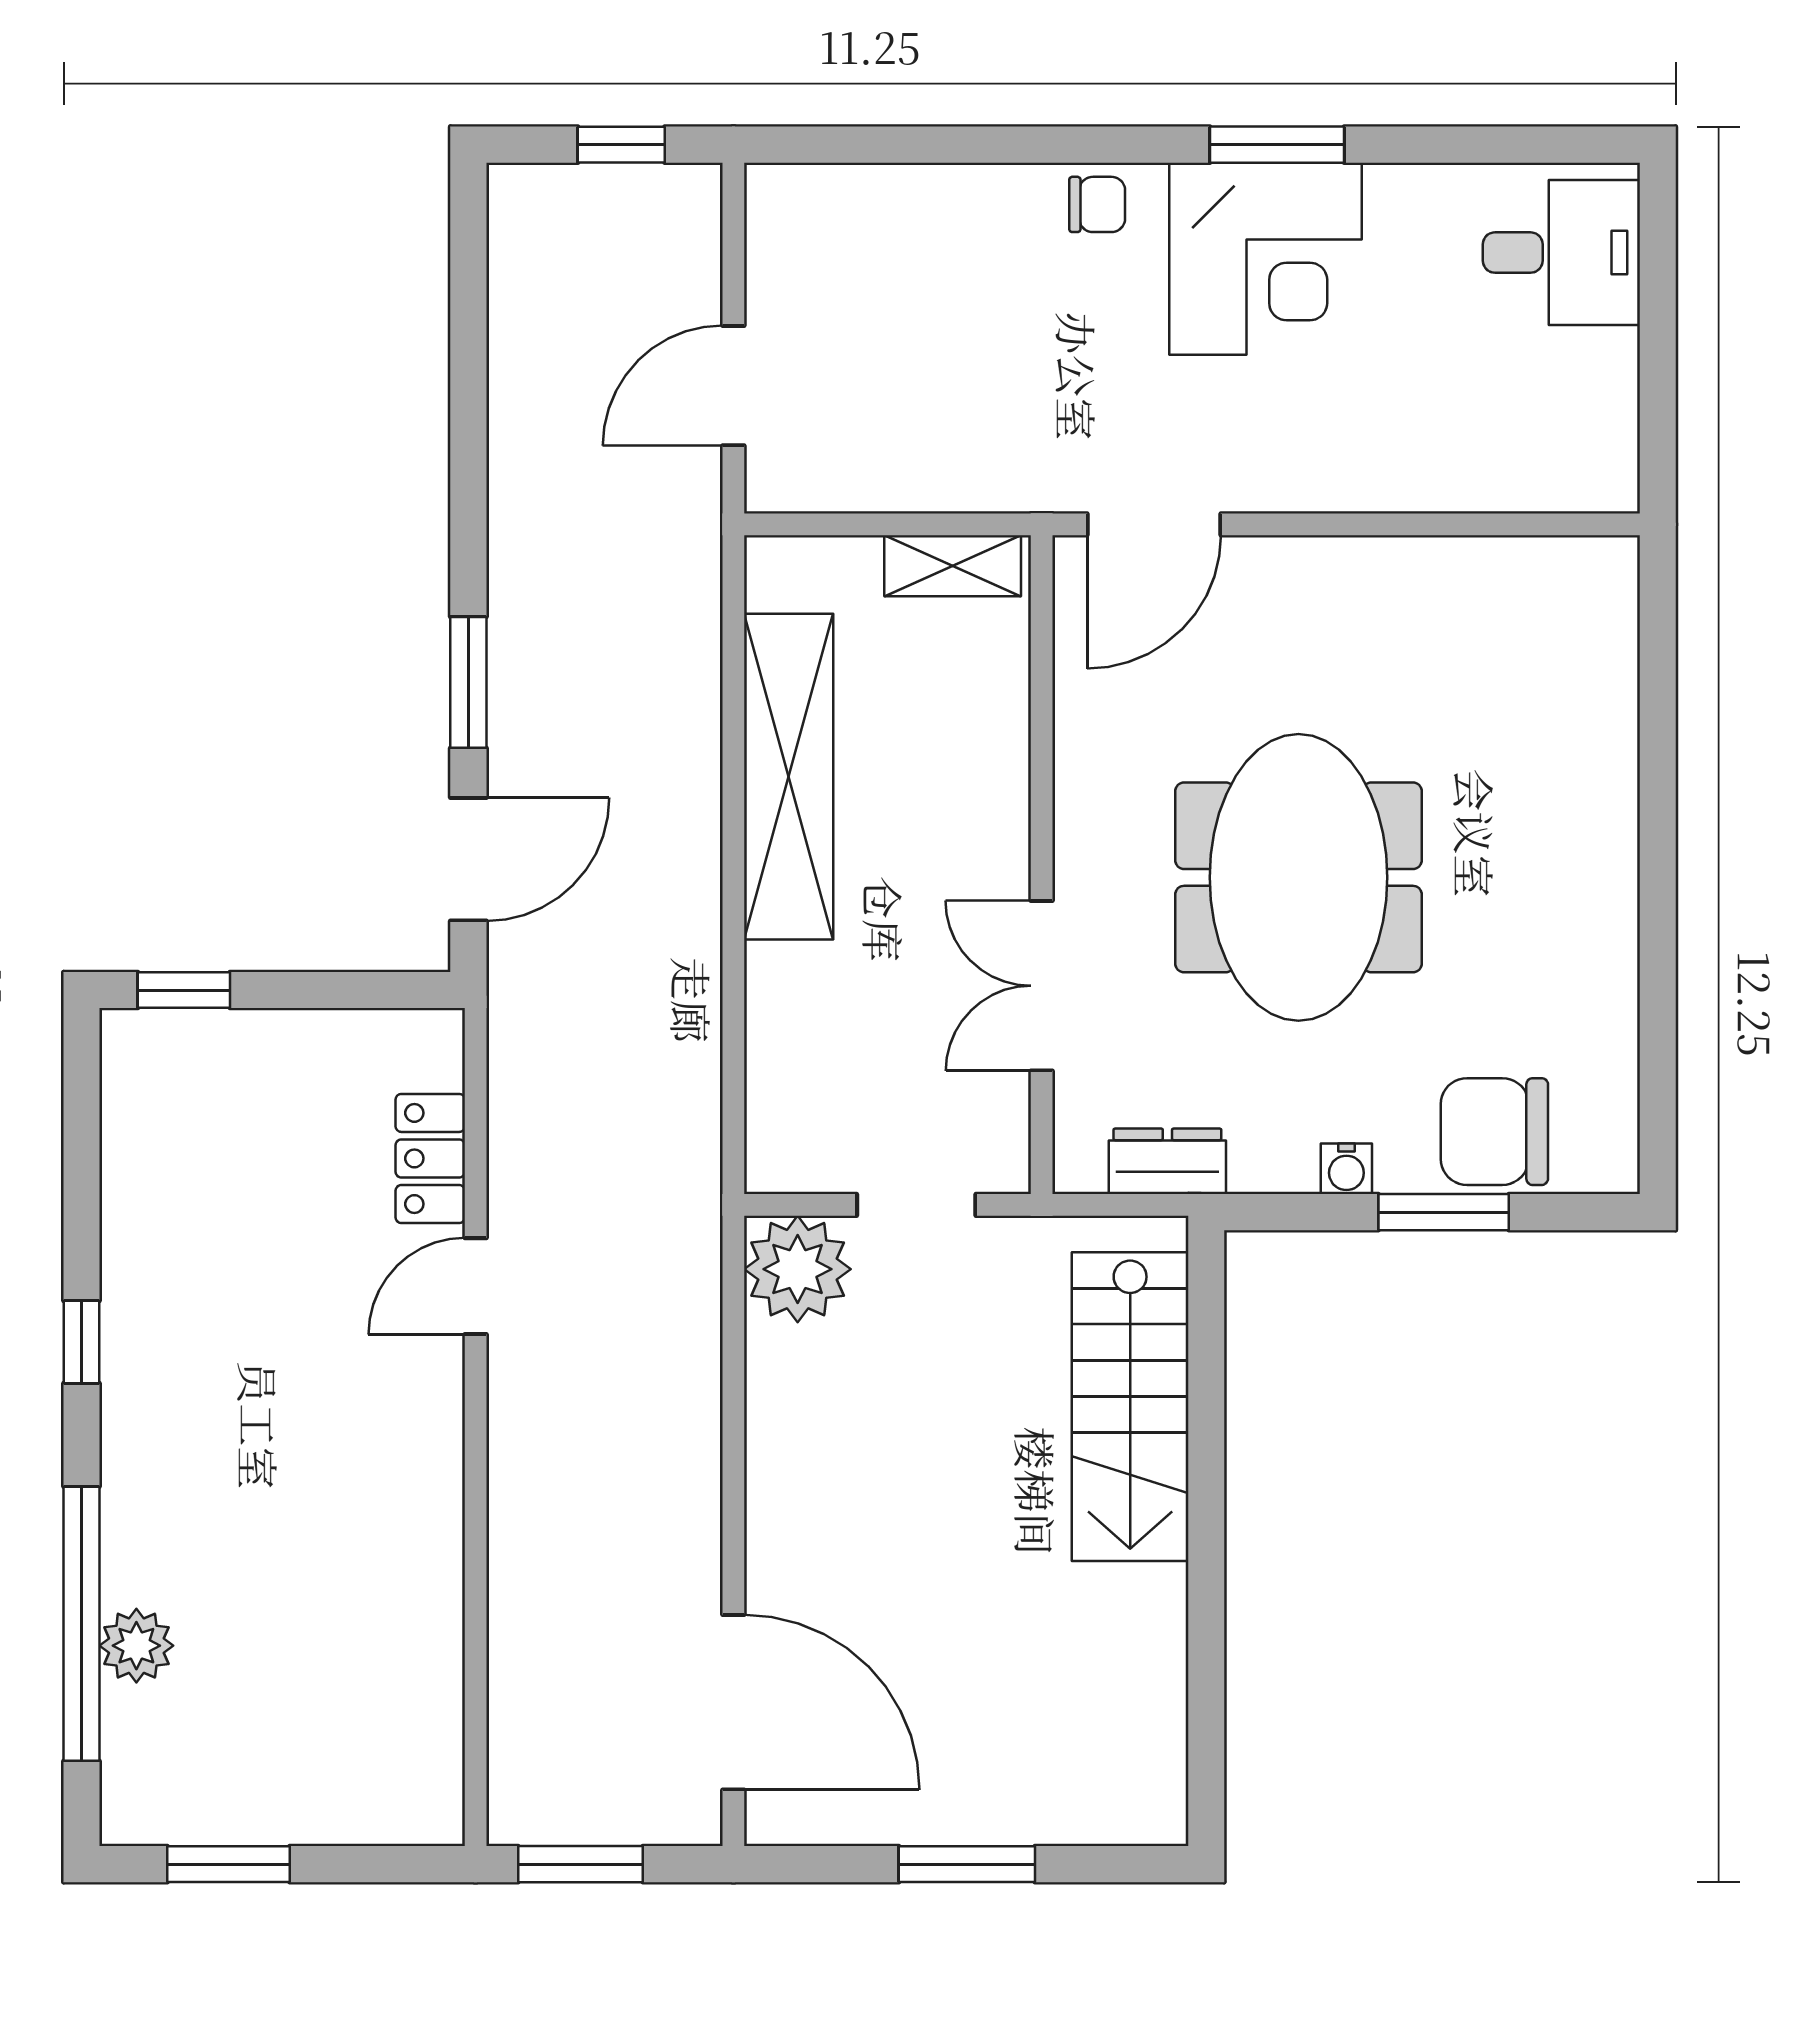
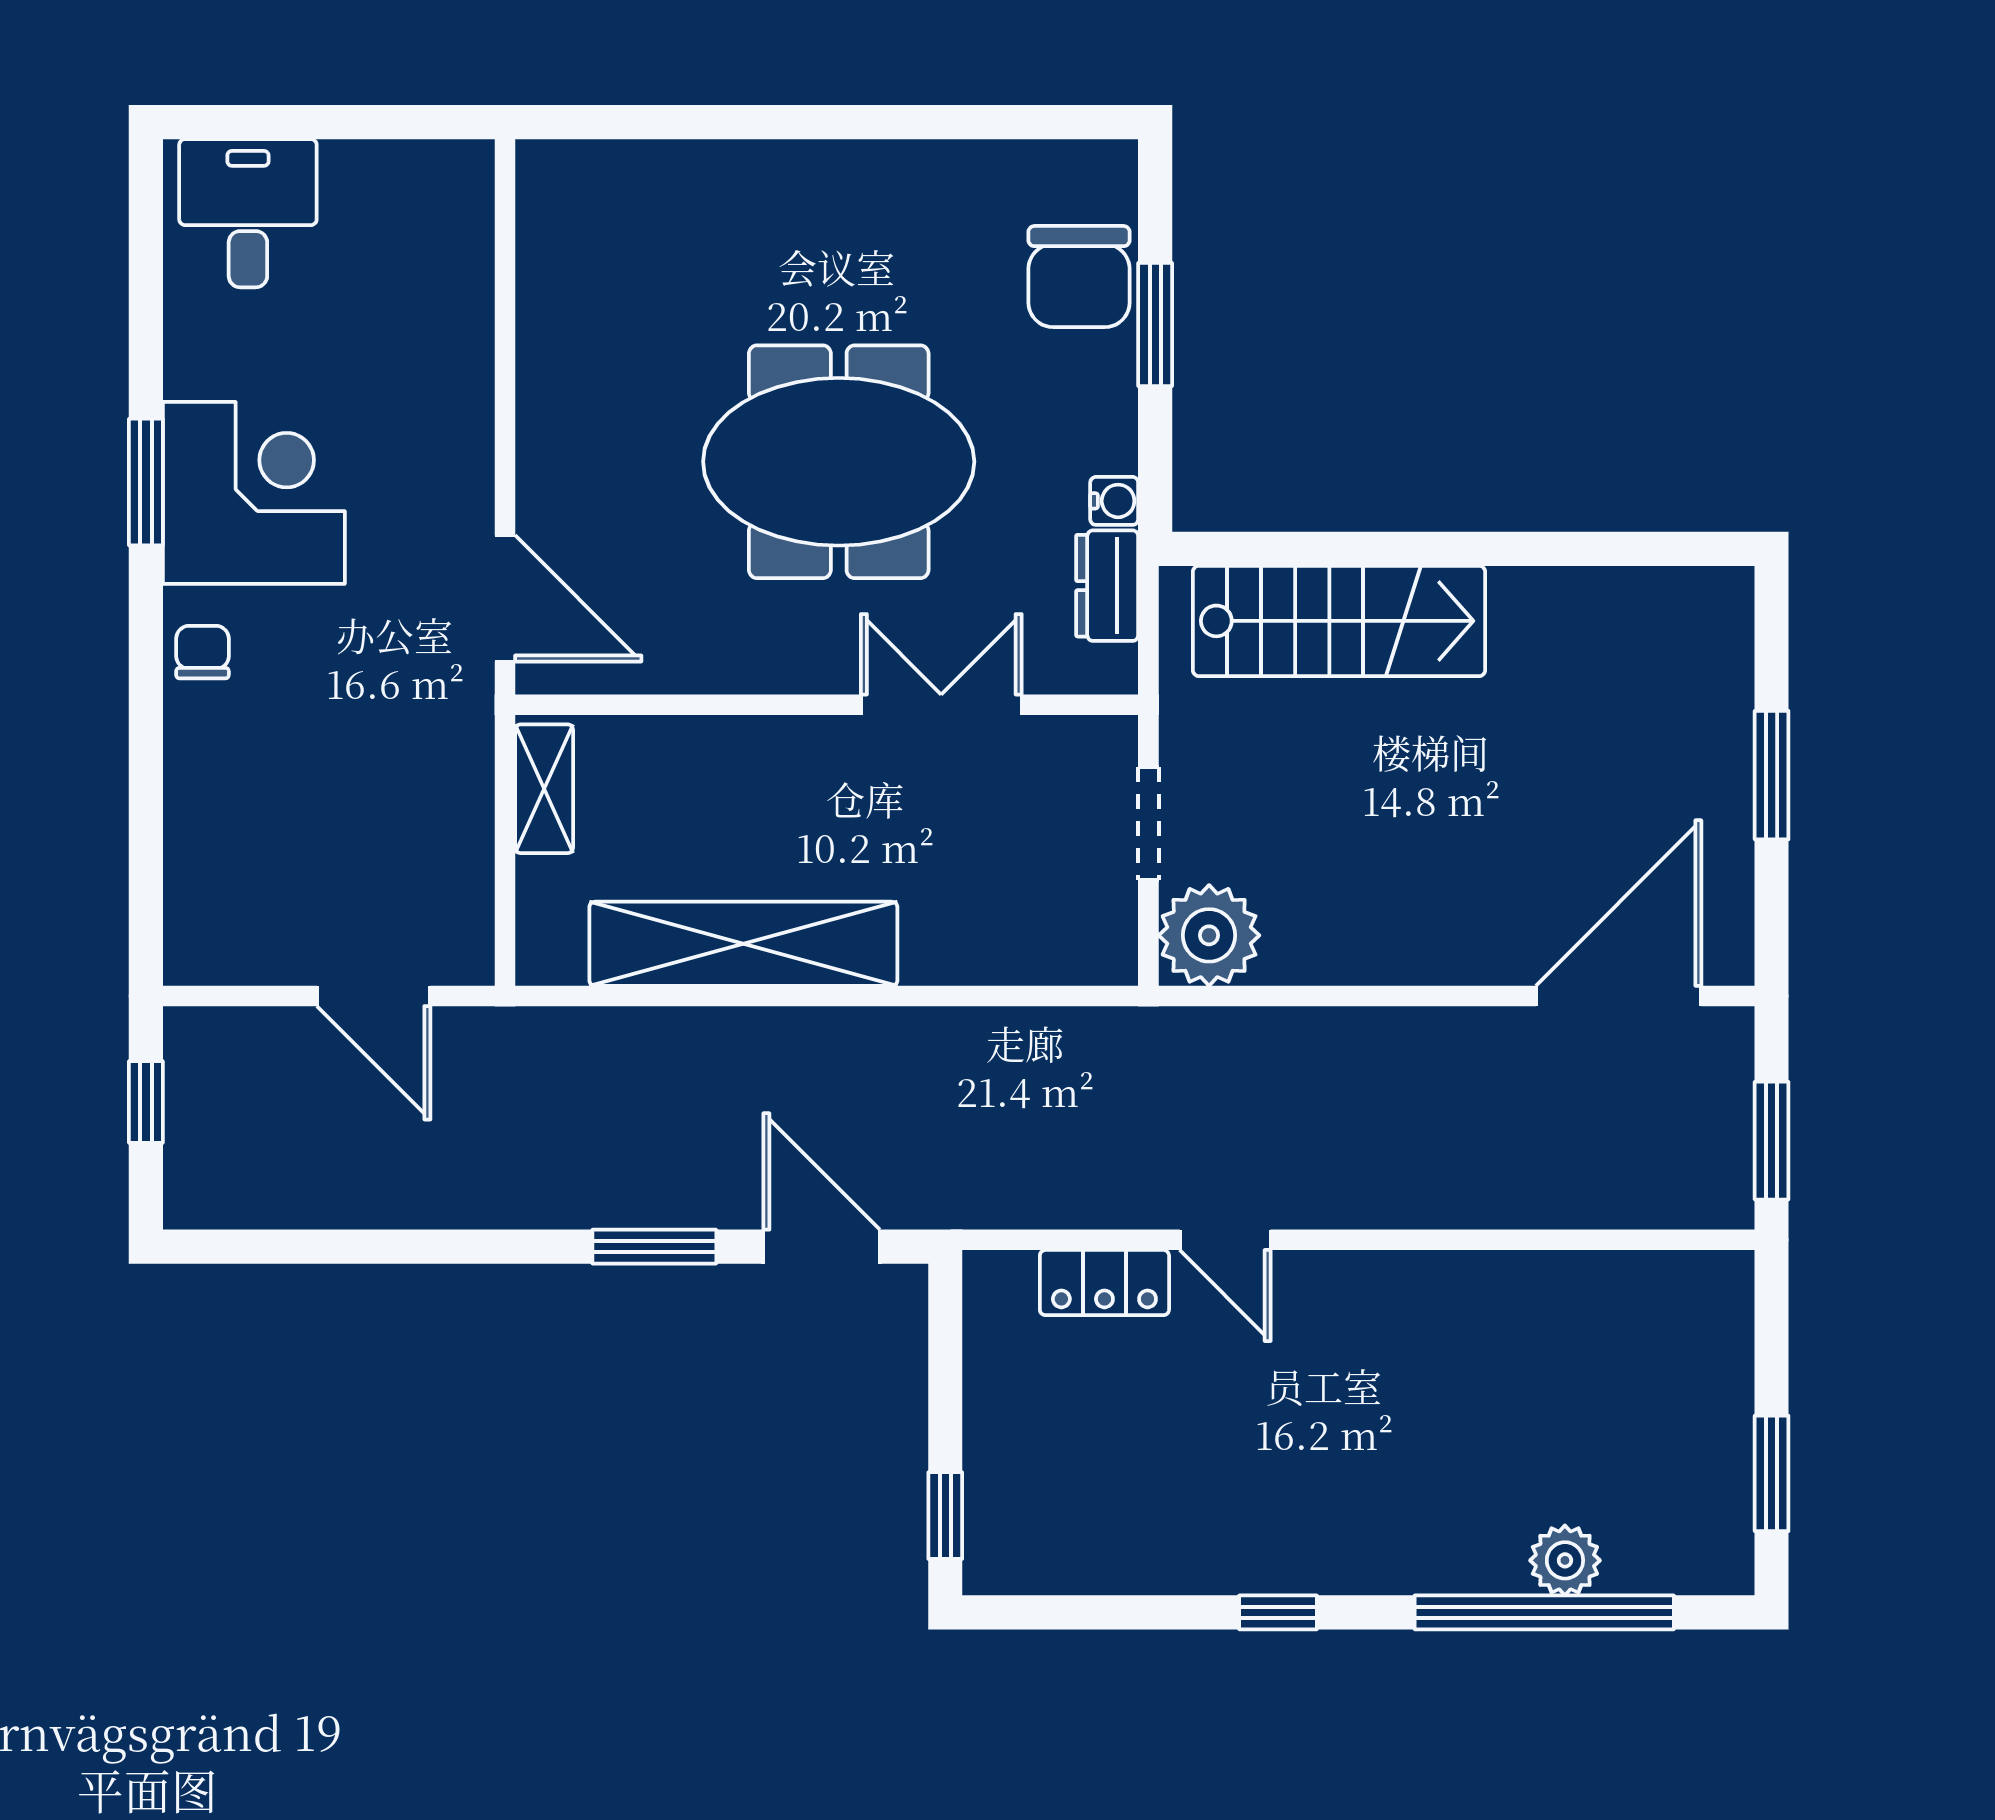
double door: (1042, 986) -> (941, 705), swing flipped
water cooler: (1346, 1169) -> (1114, 501), moved

